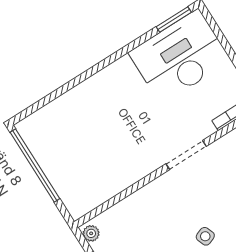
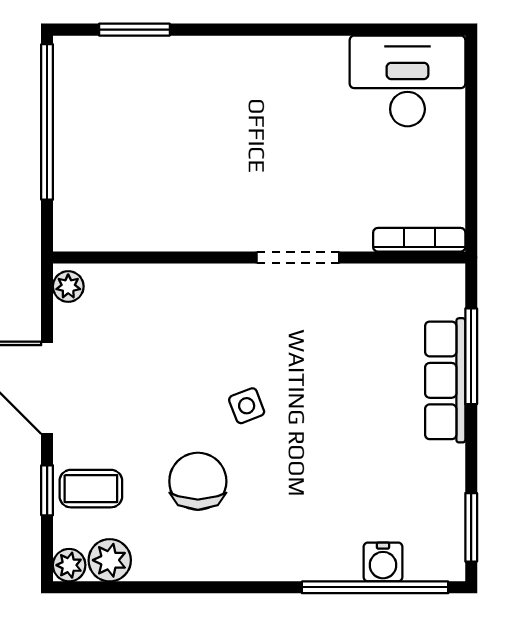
window: (174, 19) -> (134, 30), moved
desk: (180, 57) -> (407, 81), width x0.73, depth x0.77

